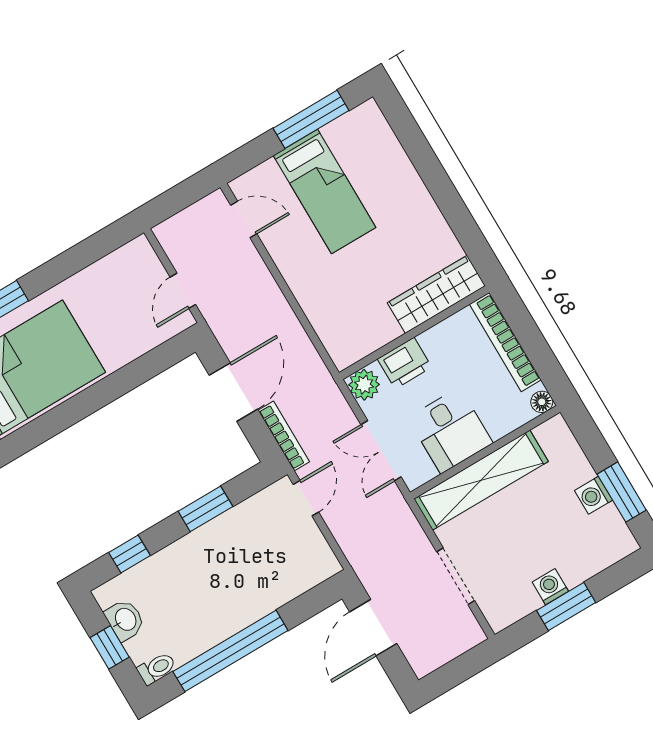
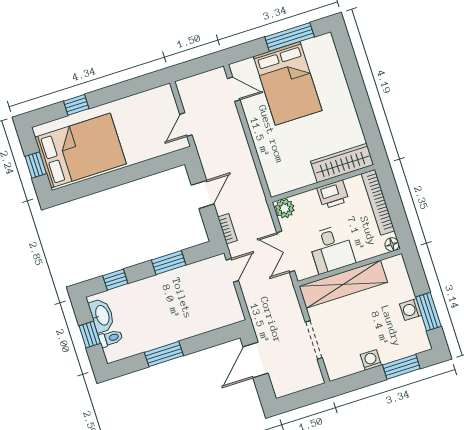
bed: (325, 192) -> (288, 83), width x1.50
printer: (405, 363) -> (333, 194), moved
door: (233, 392) -> (203, 194), width x0.73
bookcase: (284, 436) -> (228, 229), width x0.64
window: (566, 606) -> (401, 367), moved
washbasin: (125, 620) -> (102, 315), width x1.38
window: (230, 651) -> (164, 354), width x0.47
toilet: (157, 668) -> (111, 338), moved

